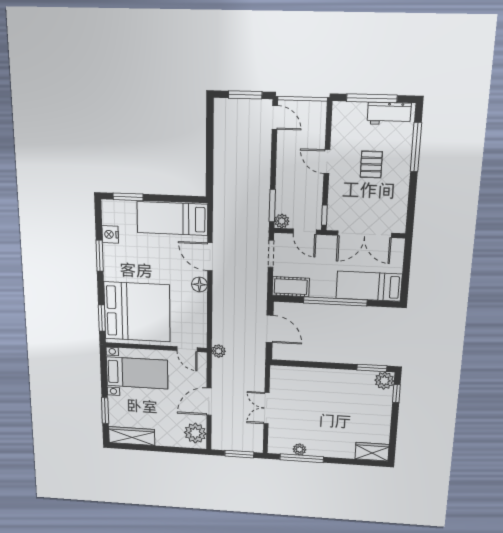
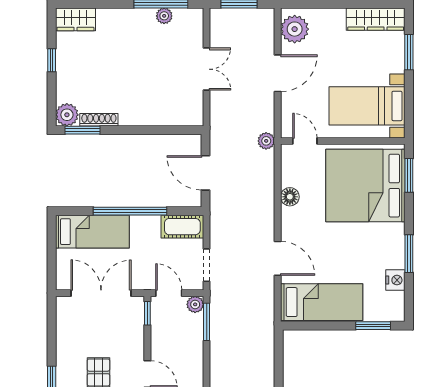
floor lamp: (199, 285) -> (290, 197), moved
shoe rack: (357, 375) -> (99, 120), added
window: (396, 394) -> (52, 60), moved

